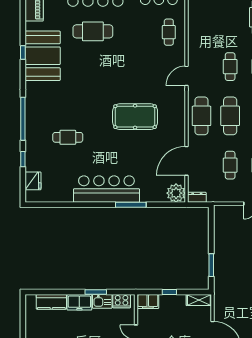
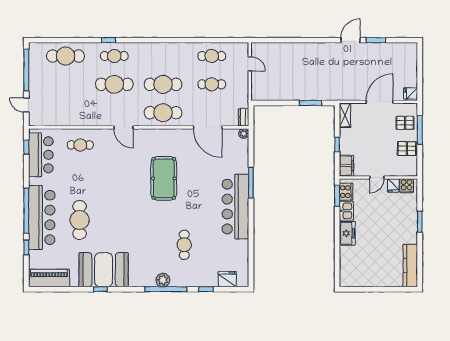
cafe table: (230, 67) -> (114, 84), width x1.37, depth x1.35
plant: (32, 116) -> (163, 280), added
plant: (176, 193) -> (244, 134), width x0.53, depth x0.53
window: (96, 292) -> (337, 196), moved
kitchen counter: (51, 302) -> (347, 261), removed

